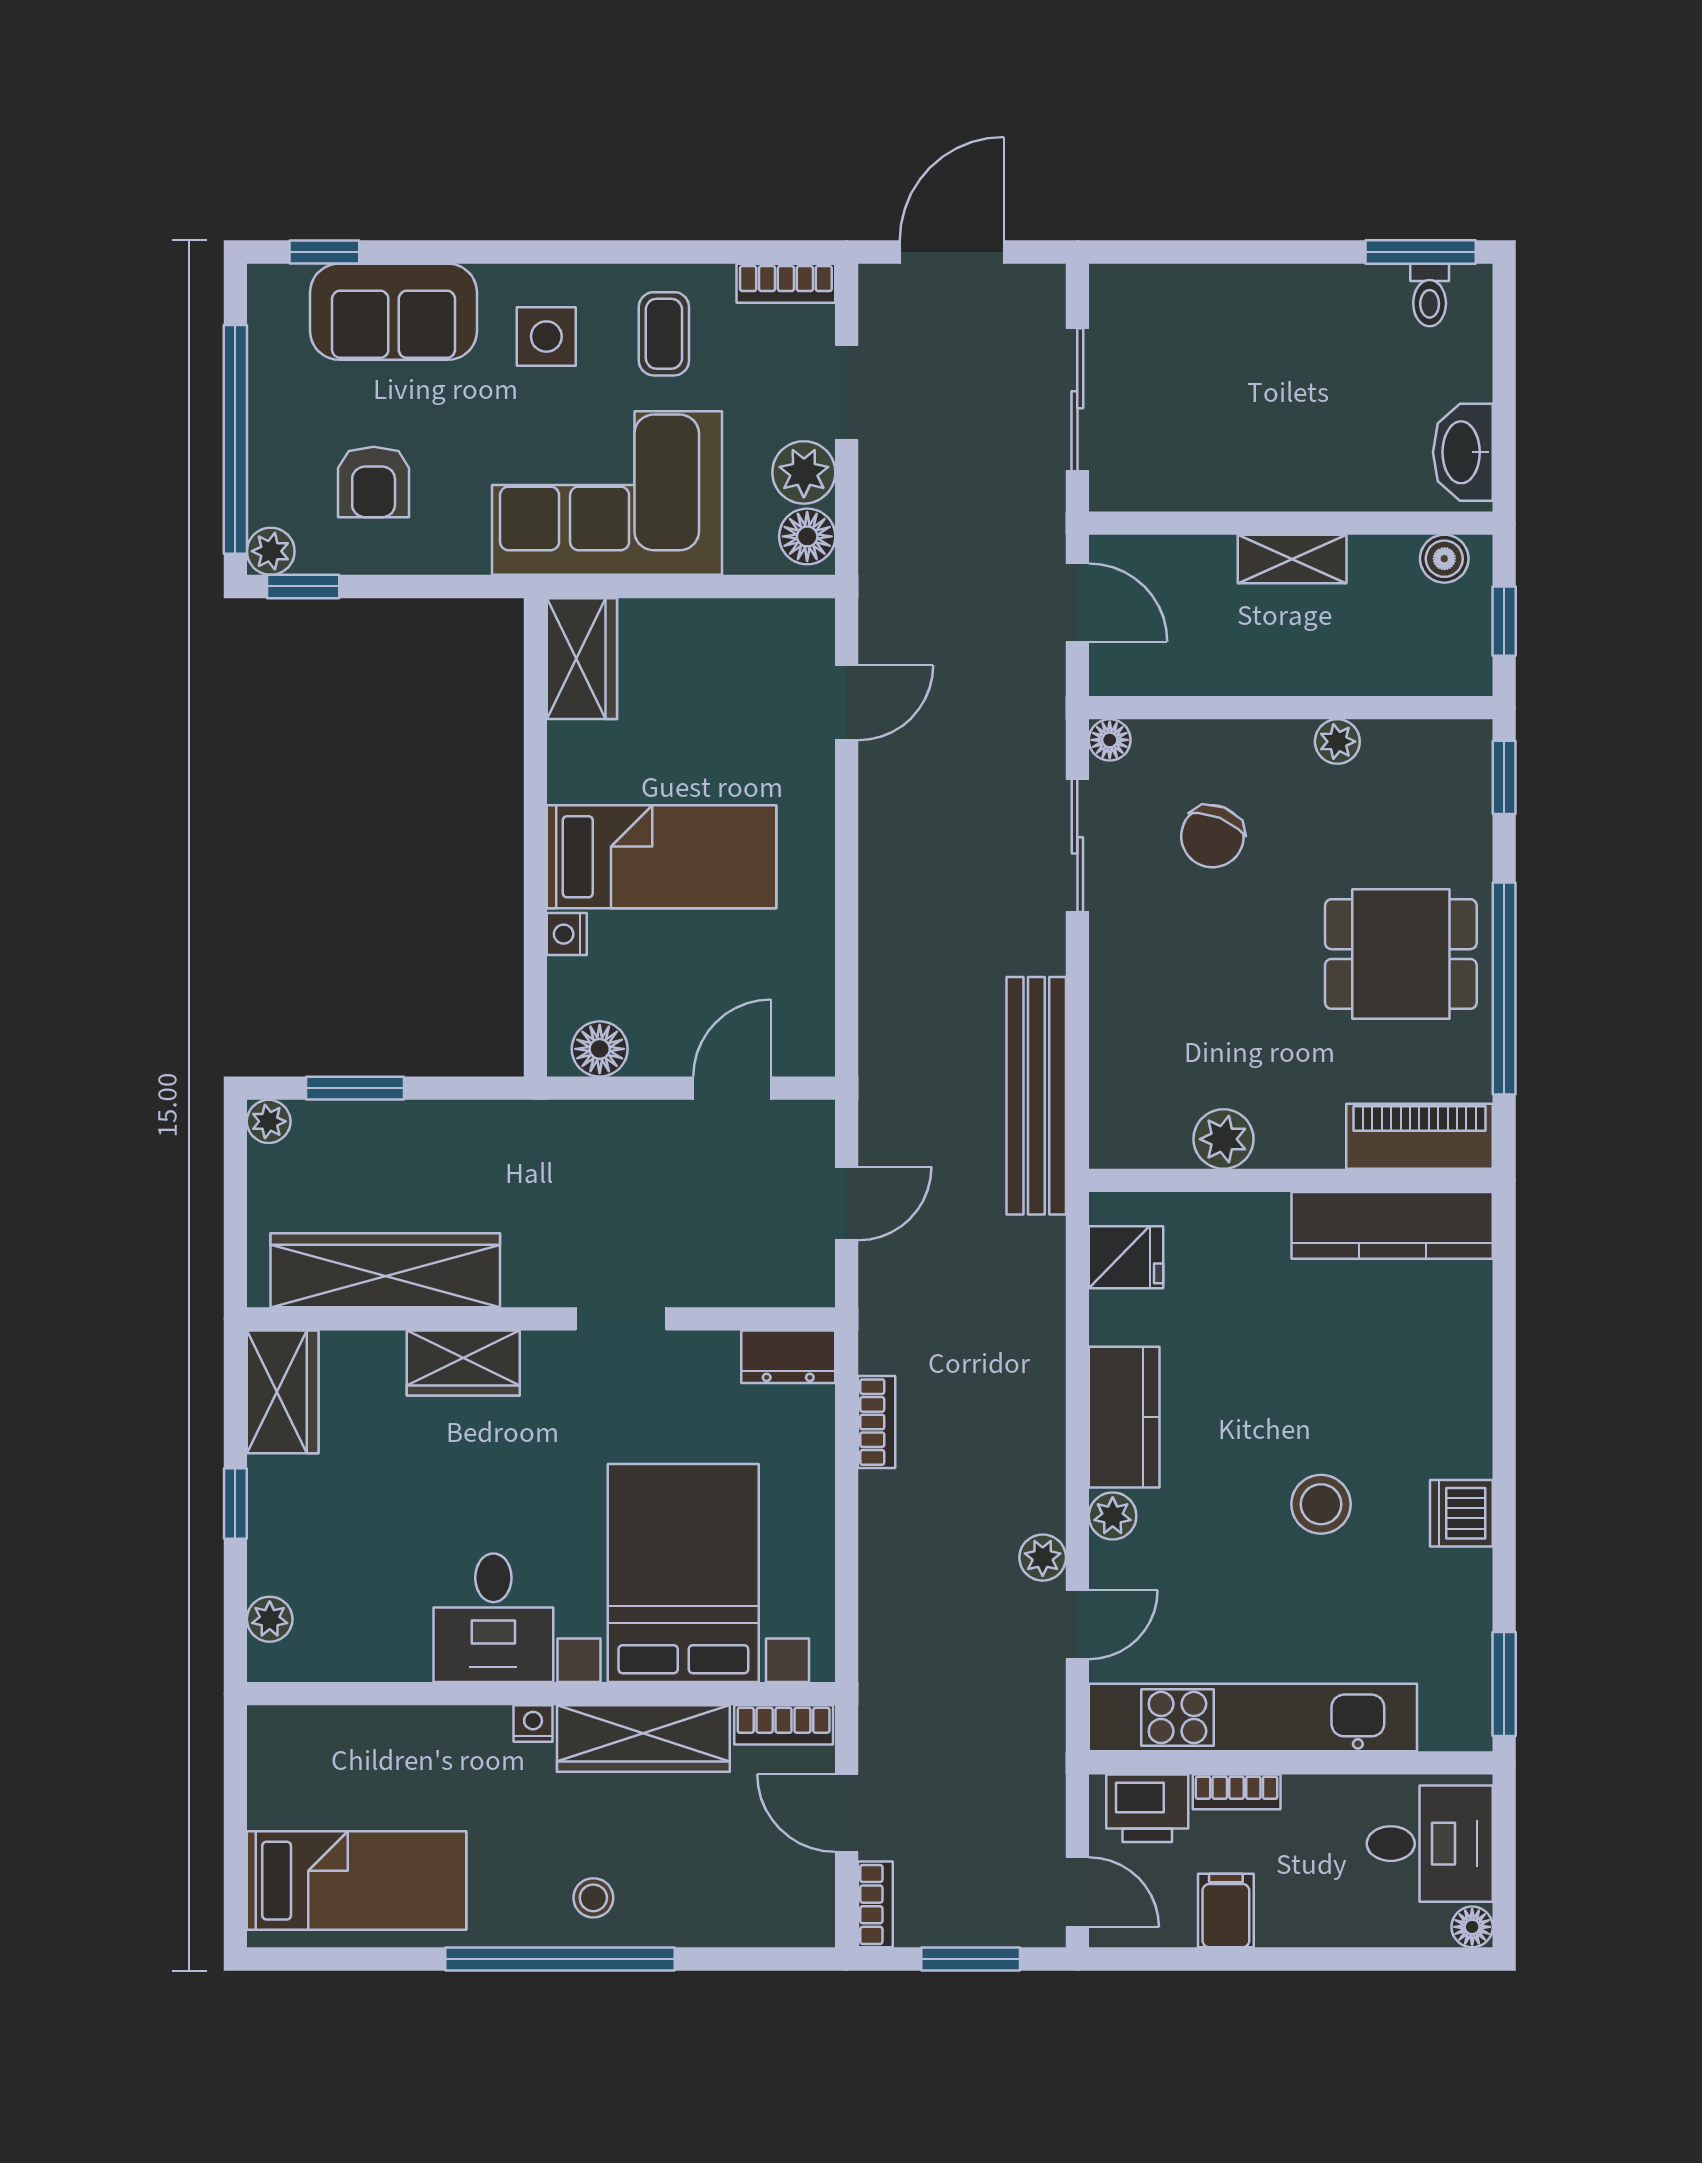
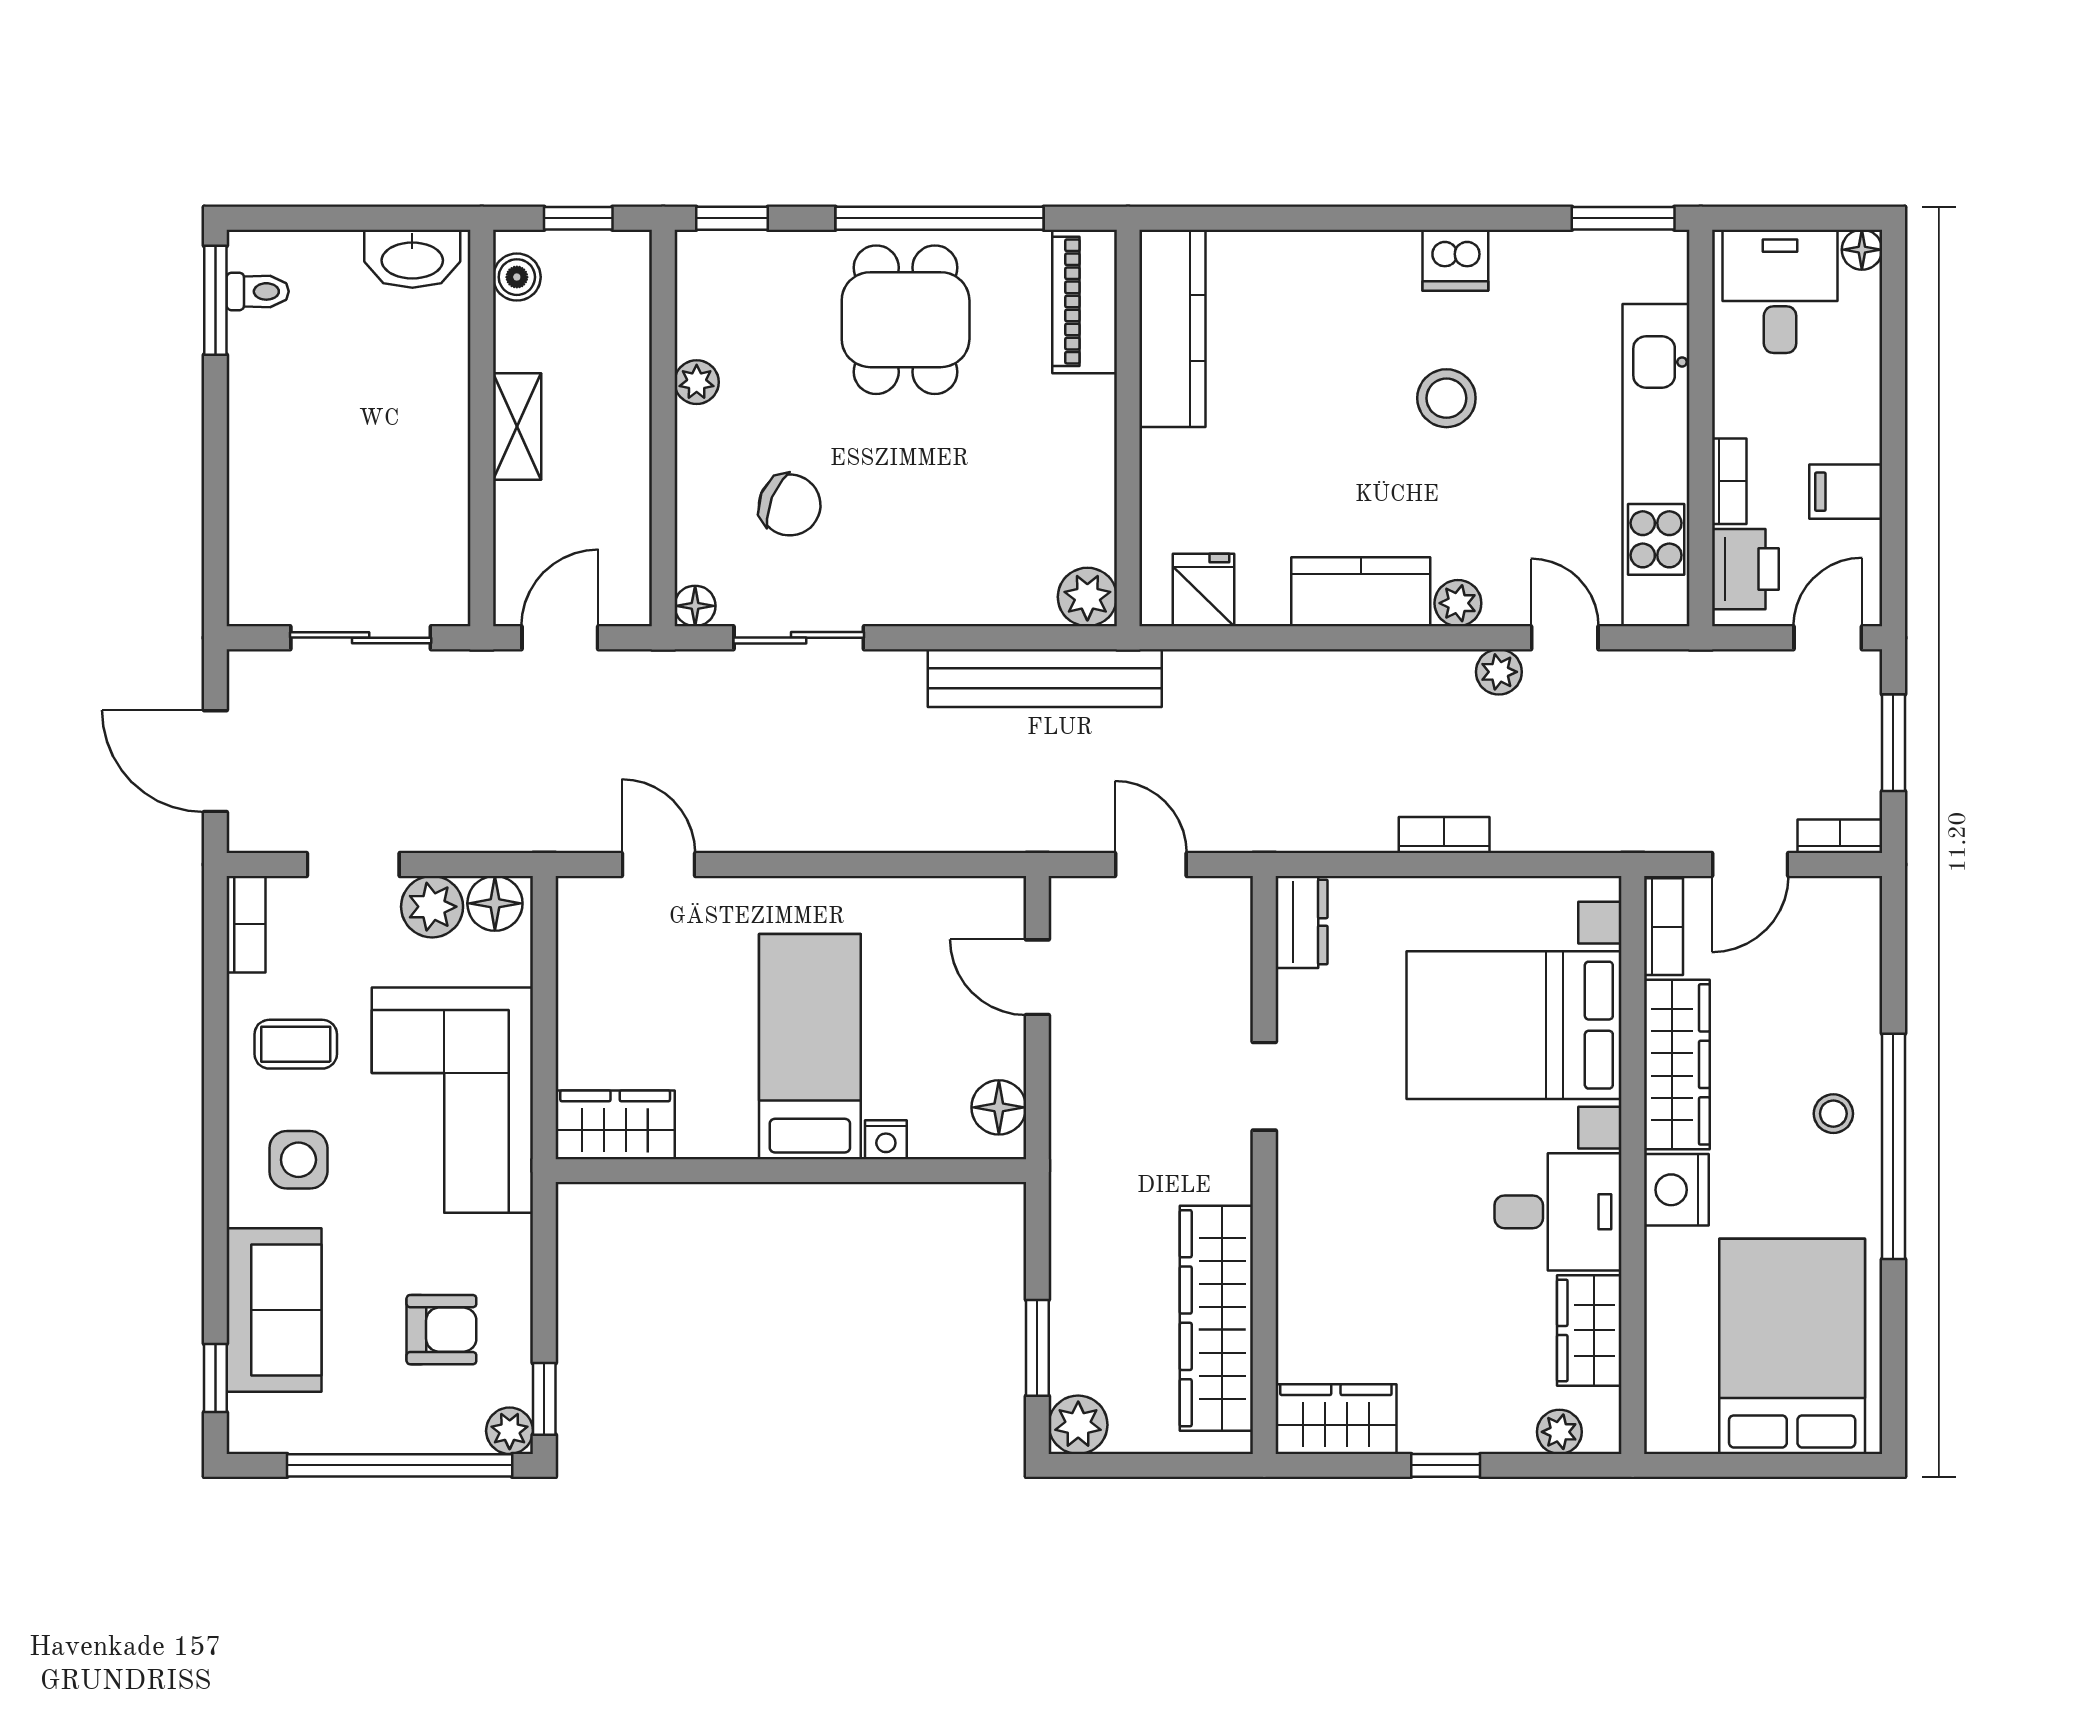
plant: (269, 1121) -> (1078, 1425), width x1.38, depth x1.38
plant: (1223, 1139) -> (1087, 597), moved
wardrobe: (463, 1363) -> (1589, 1330), moved, turned 180
bookcase: (877, 1422) -> (1444, 835), moved
nightstand: (533, 1724) -> (1676, 1190), width x1.89, depth x1.79
bed: (357, 1881) -> (1792, 1346), width x1.50

